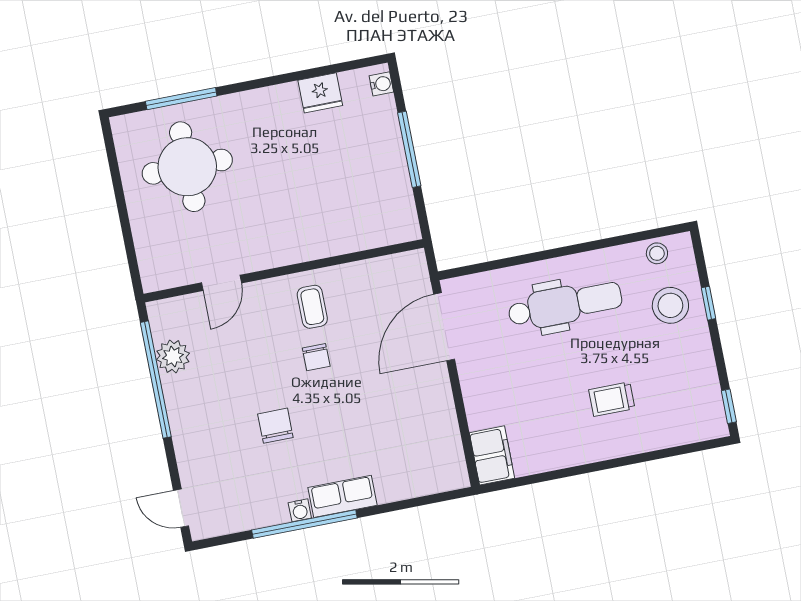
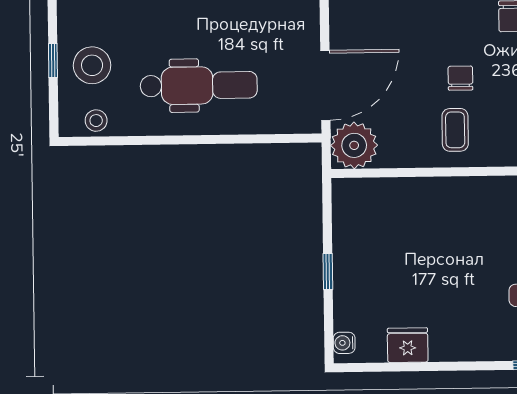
window: (409, 149) -> (328, 272), width x0.46
plant: (406, 274) -> (354, 145), added
dental chair: (565, 305) -> (199, 85), turned 180

